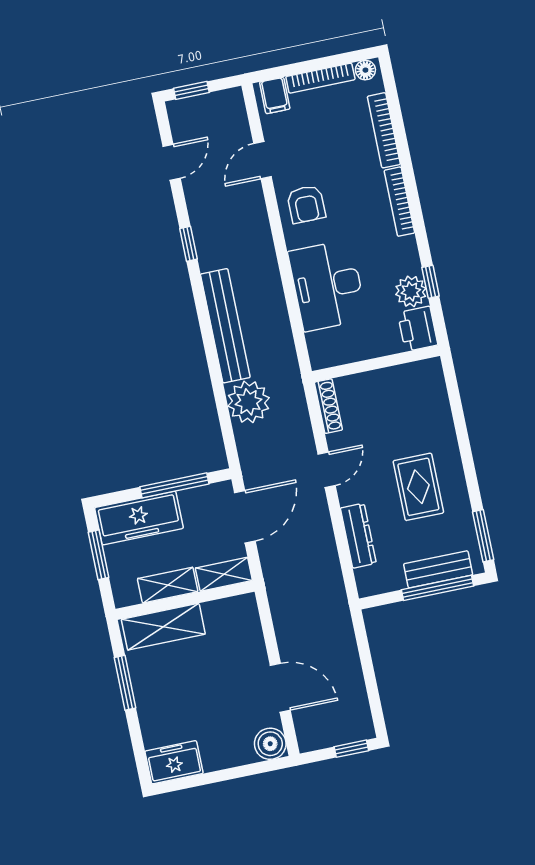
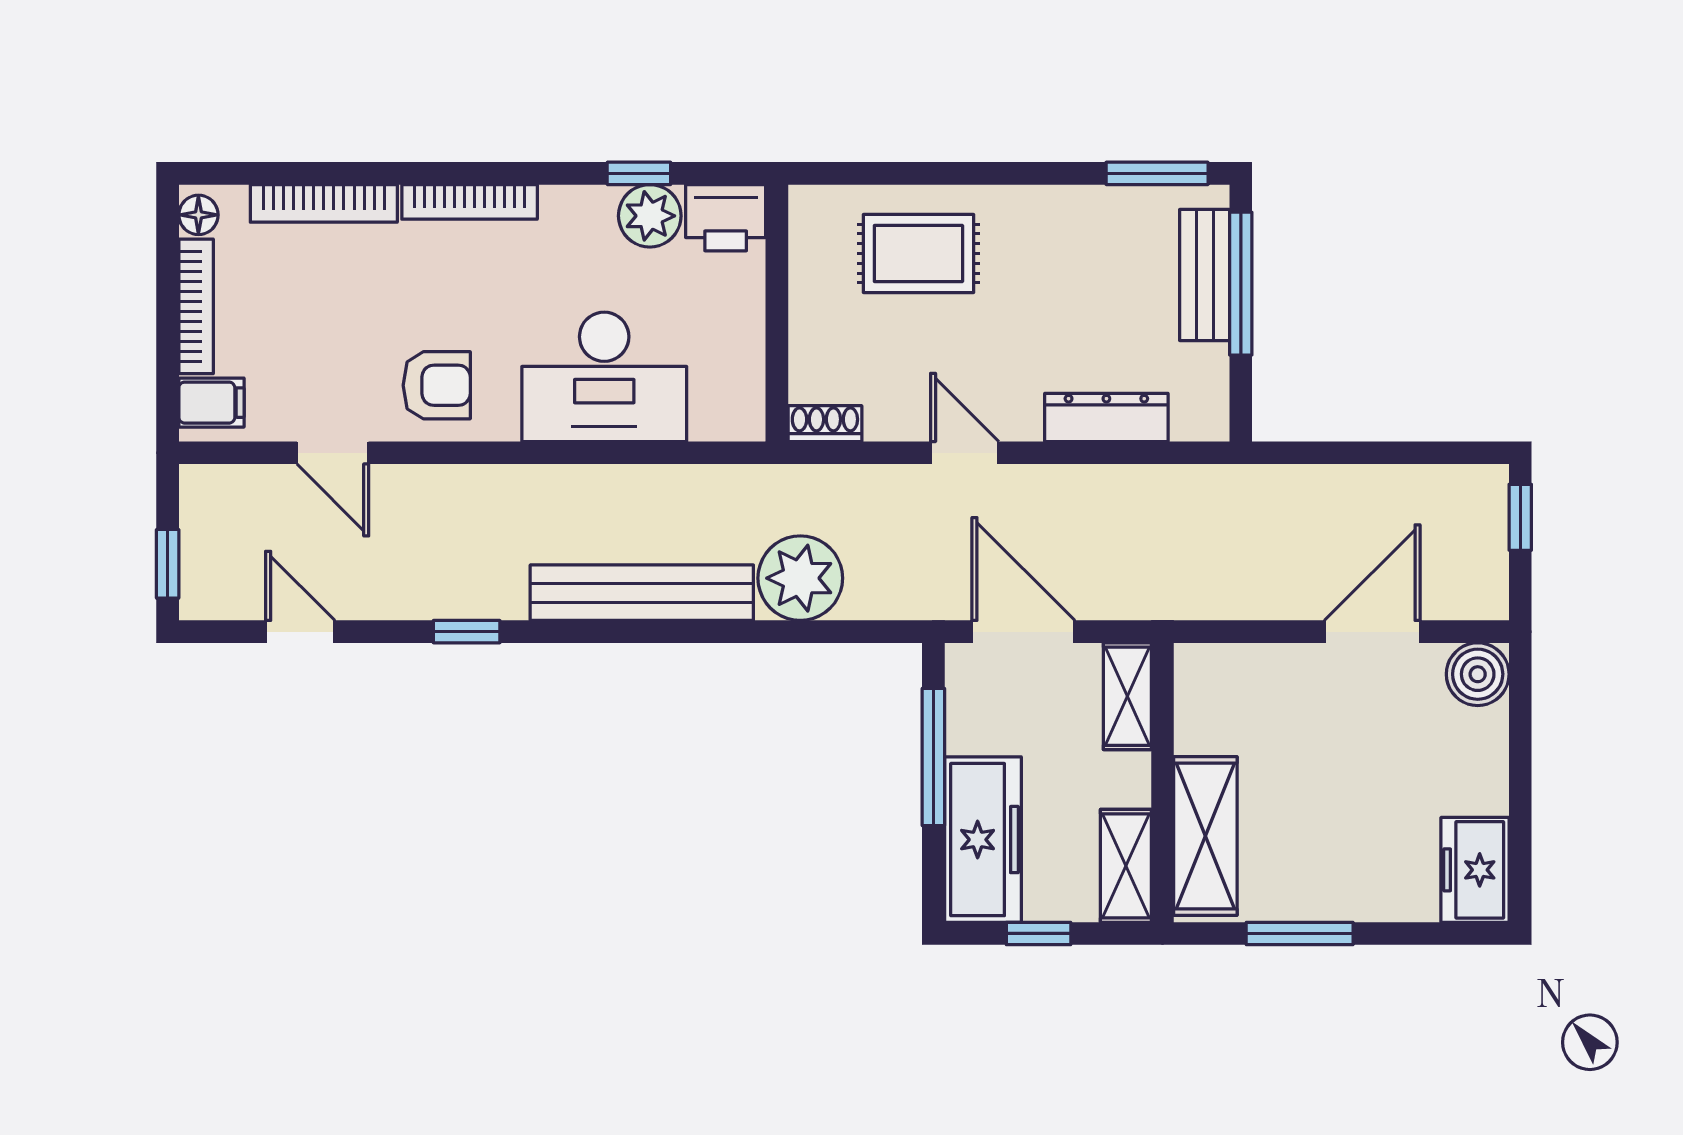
shoe rack: (328, 406) -> (825, 424), width x0.70
rug: (418, 487) -> (918, 254), moved
window: (99, 555) -> (1039, 933), width x0.67
shelving: (168, 585) -> (1126, 866), moved

